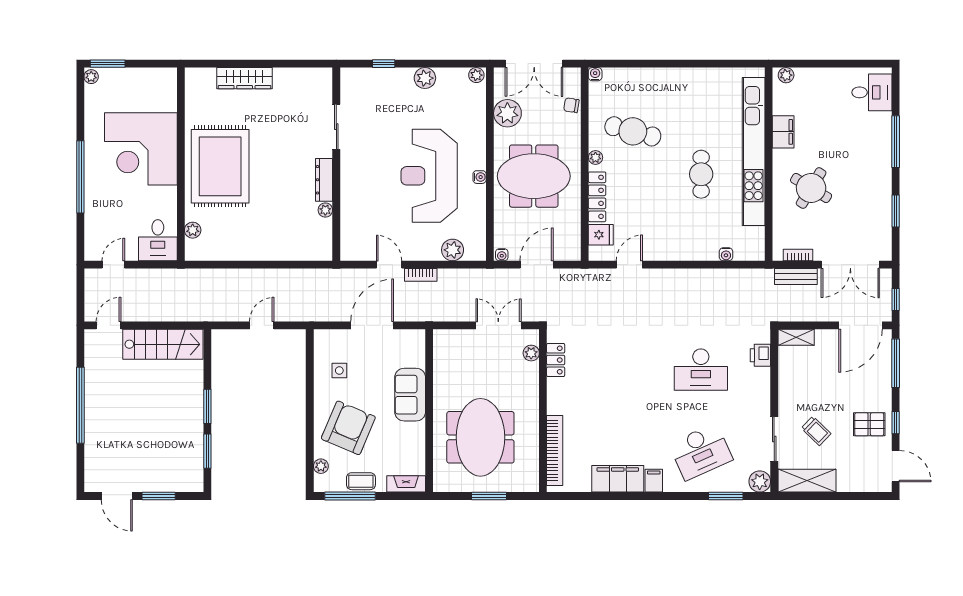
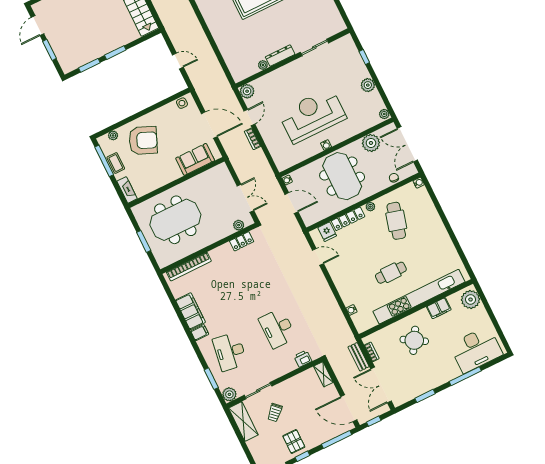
plant: (786, 75) -> (471, 299), width x1.88, depth x1.88
desk: (872, 92) -> (476, 349), width x1.87, depth x1.30
plant: (453, 250) -> (247, 91), moved
side table: (339, 371) -> (182, 103), moved
sofa: (410, 395) -> (195, 159), moved
desk: (701, 452) -> (230, 352), turned 33

